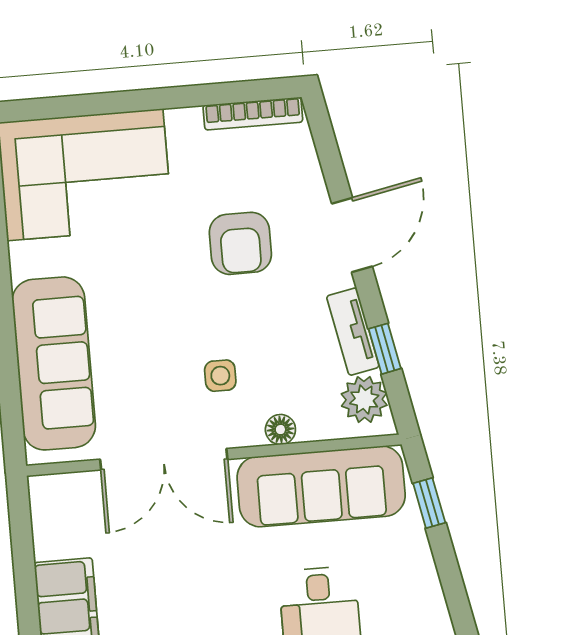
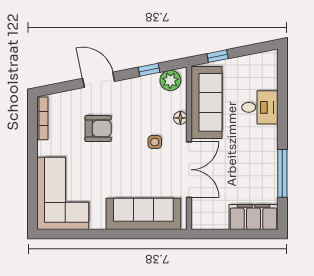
tv unit: (353, 332) -> (140, 83), removed

